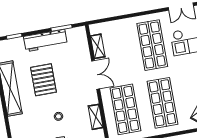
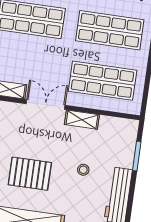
shelving: (96, 117) -> (82, 120), moved

